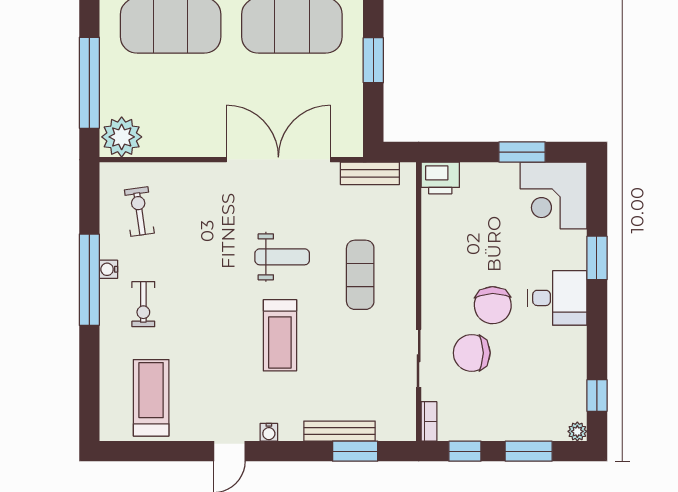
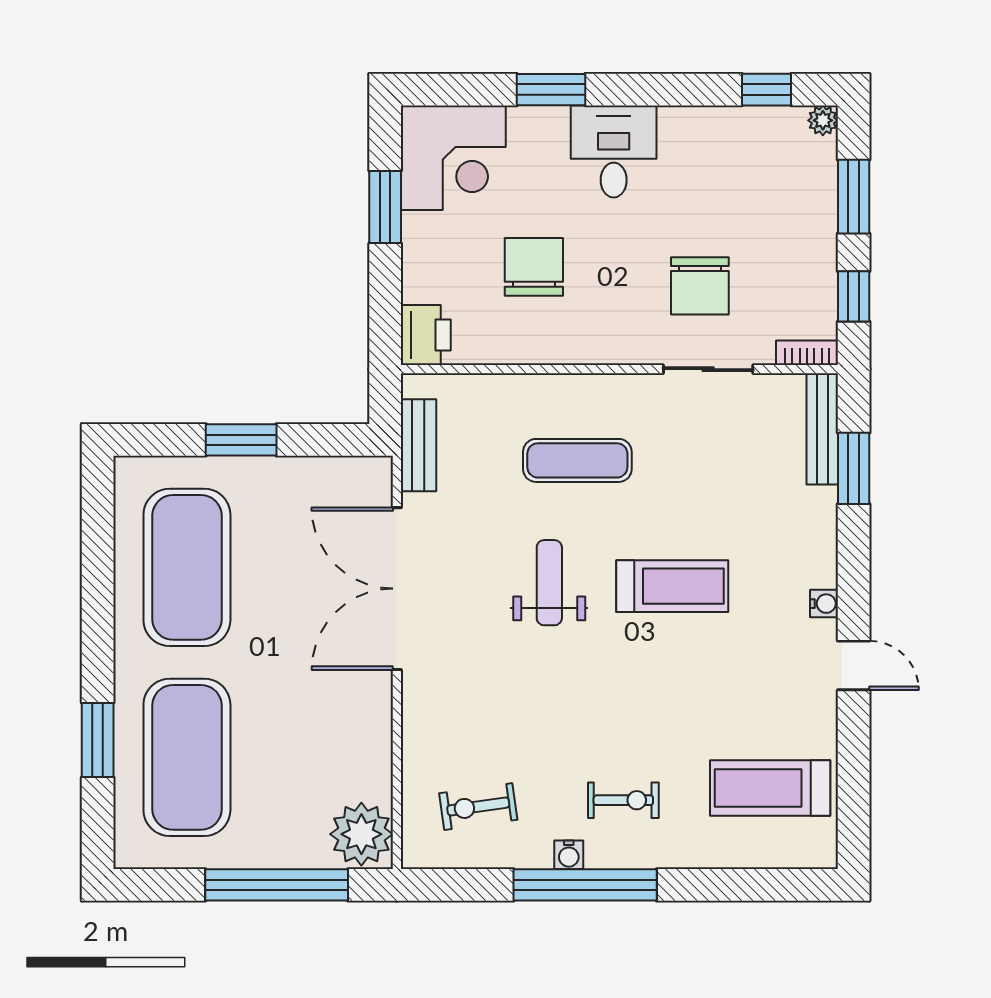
chair: (493, 305) -> (534, 267), moved, turned -89
bench: (339, 431) -> (822, 429), moved

